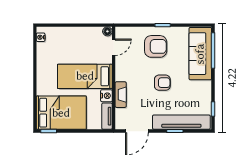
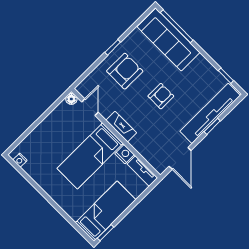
fireplace: (121, 95) -> (121, 127), moved
bed: (61, 113) -> (106, 211), width x0.67

